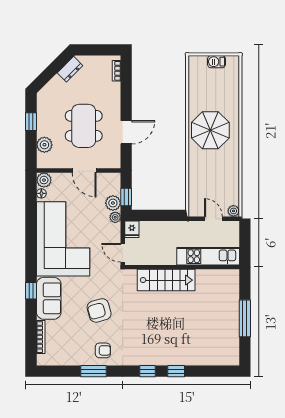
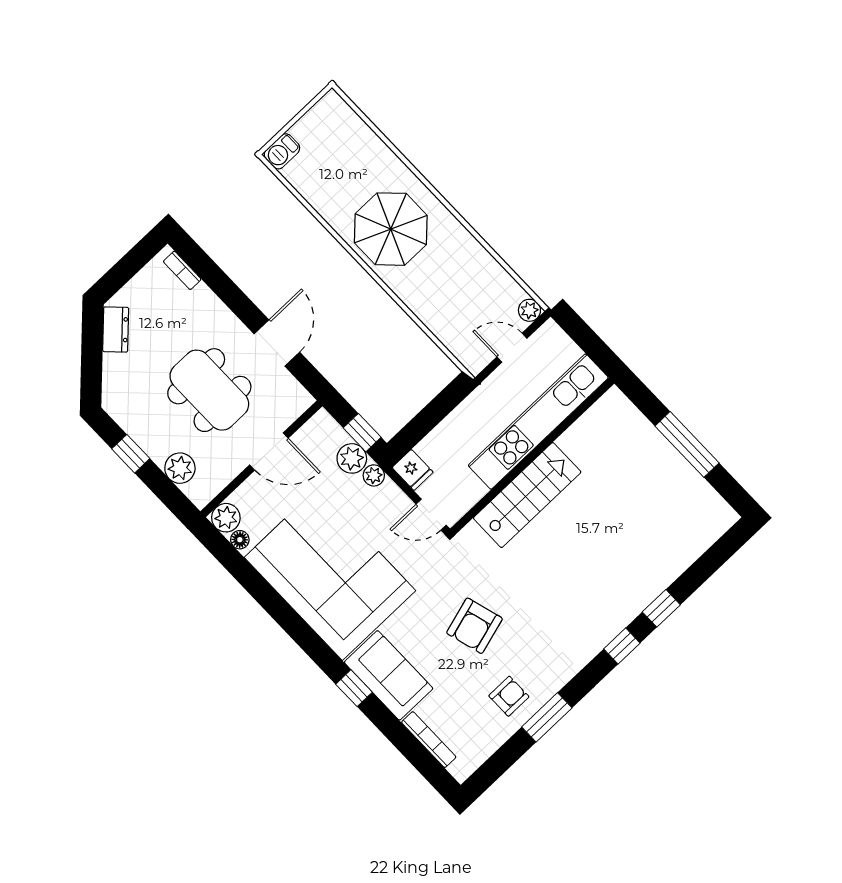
barbecue: (216, 62) -> (282, 151), moved
kitchen unit: (208, 256) -> (538, 422), width x1.36
armchair: (103, 350) -> (509, 696), moved

